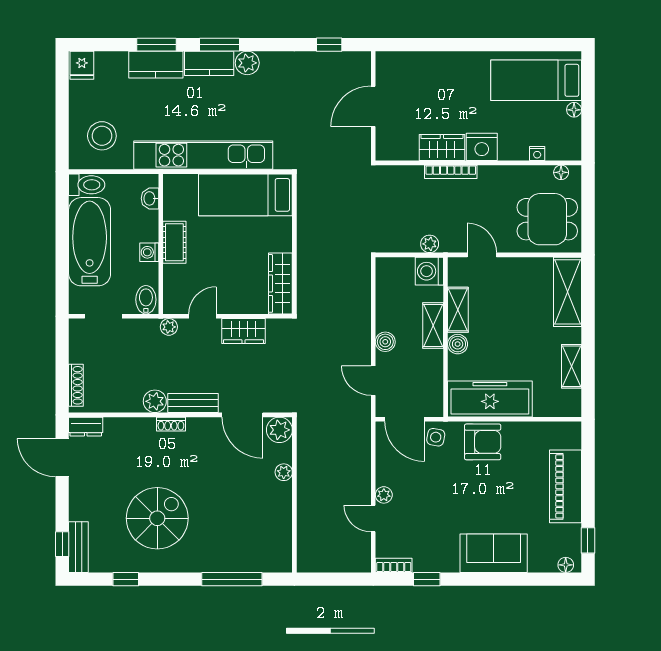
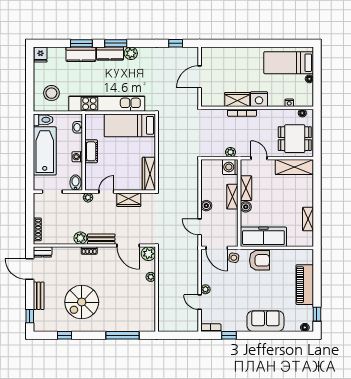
shelving: (567, 292) -> (294, 167), moved, turned 90
spiral stairs: (157, 518) -> (82, 302), turned 180
bench: (78, 547) -> (39, 296), moved

